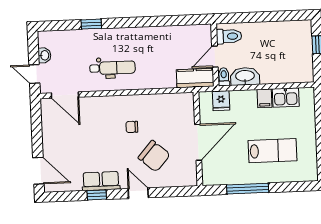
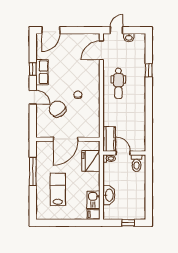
washbasin: (245, 76) -> (109, 195), moved
filing cabinet: (264, 98) -> (93, 214), moved
fridge: (221, 101) -> (91, 161), width x1.88, depth x1.34
door: (198, 142) -> (66, 139), hinge flipped
lab bench: (273, 151) -> (58, 189), turned 180
chair: (154, 156) -> (57, 109), turned 102
door: (138, 193) -> (33, 97), hinge flipped

